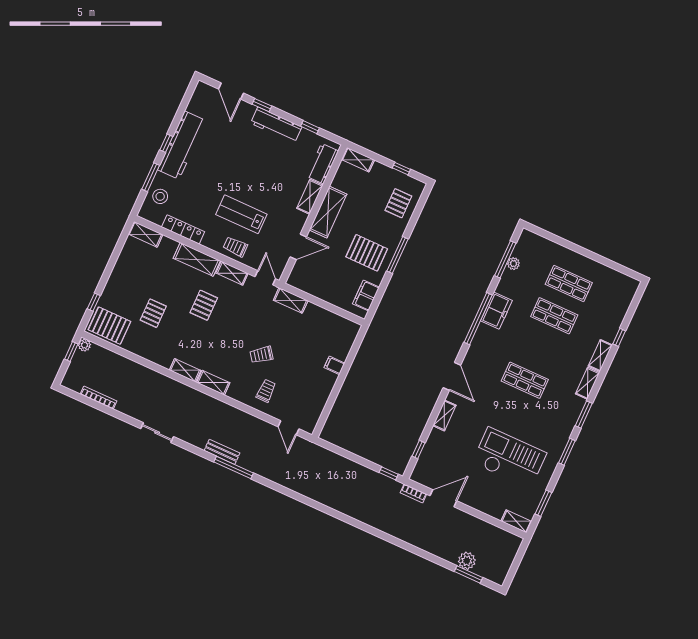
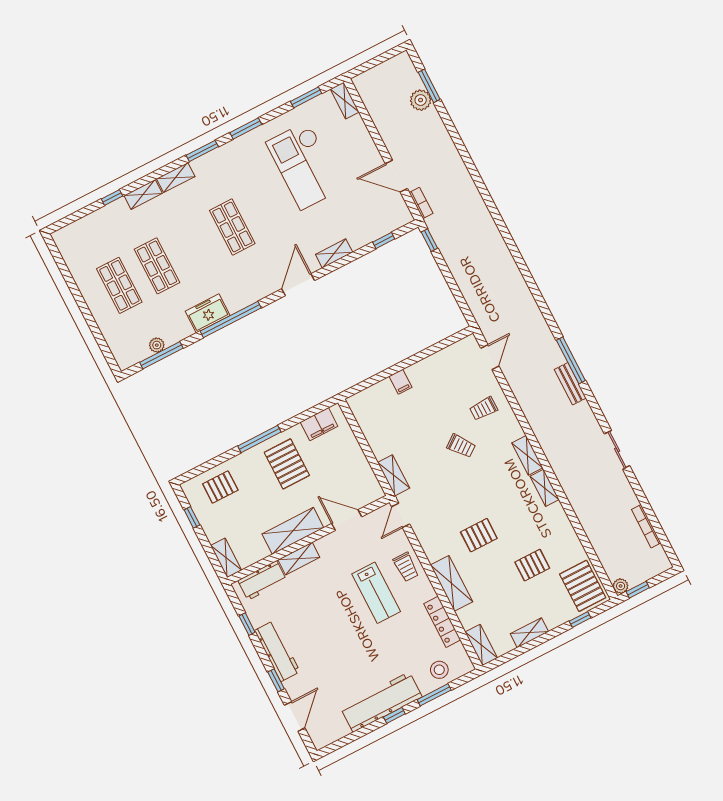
shelving: (232, 273) -> (529, 633), moved, turned 90

